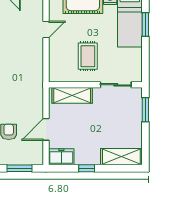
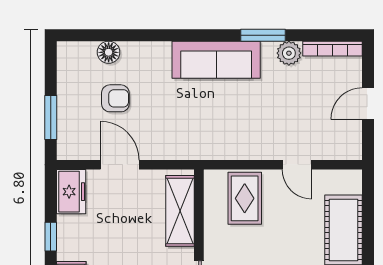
rug: (88, 56) -> (245, 198), moved, turned 90

